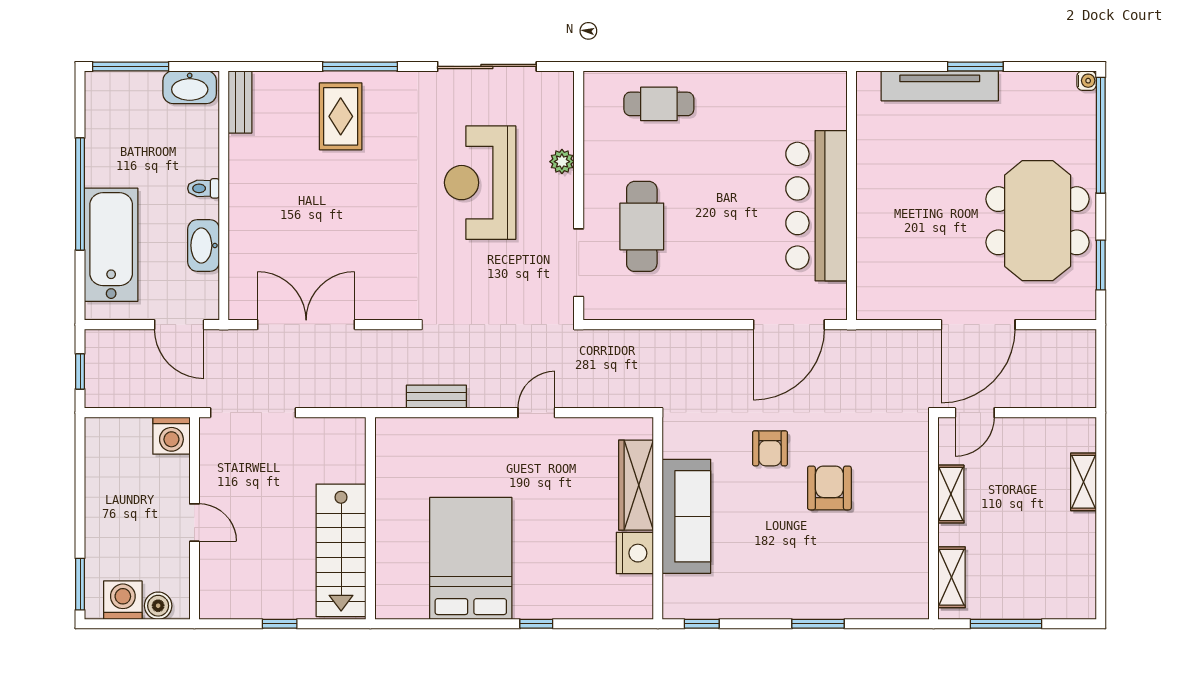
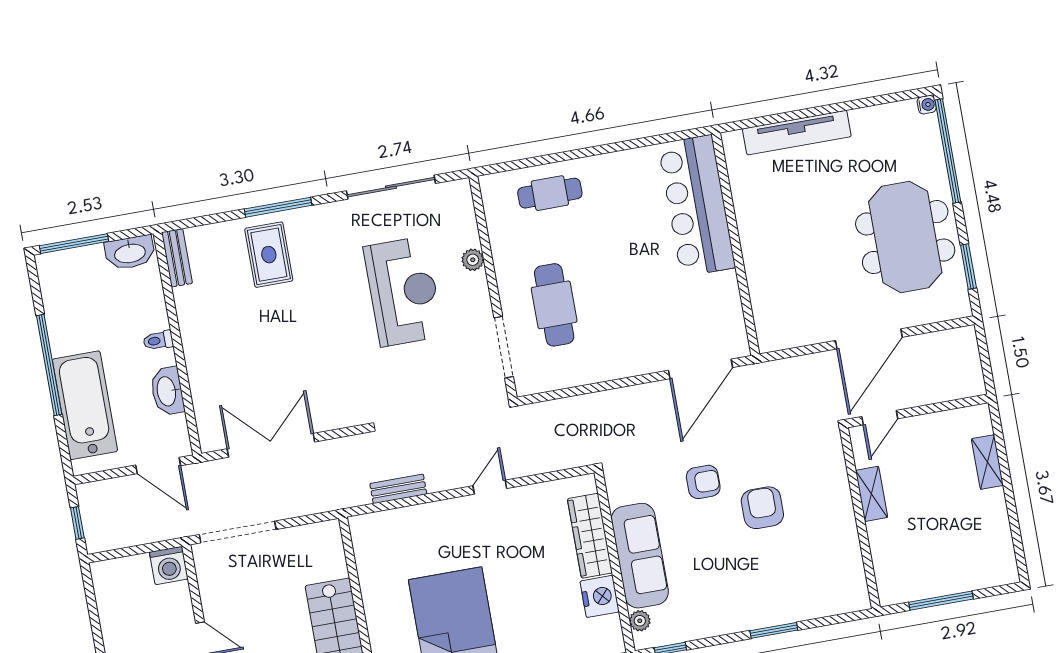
window: (975, 66) -> (825, 110), removed
reception desk: (480, 183) -> (403, 291), turned 180
bar counter: (816, 206) -> (697, 206), moved
armchair: (770, 448) -> (703, 482), turned -90
shelving: (952, 577) -> (885, 568), removed
plant: (674, 587) -> (640, 621), added

